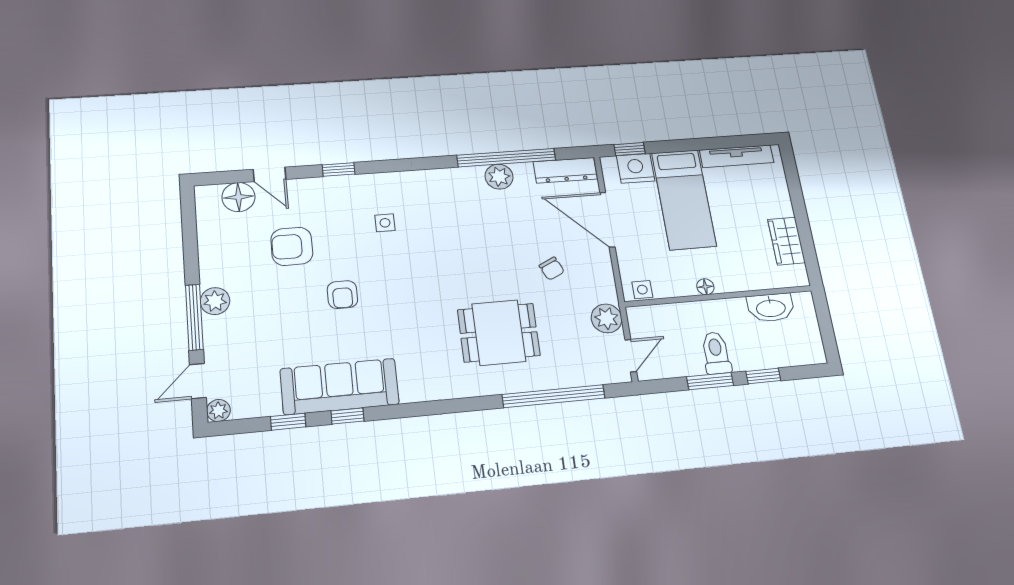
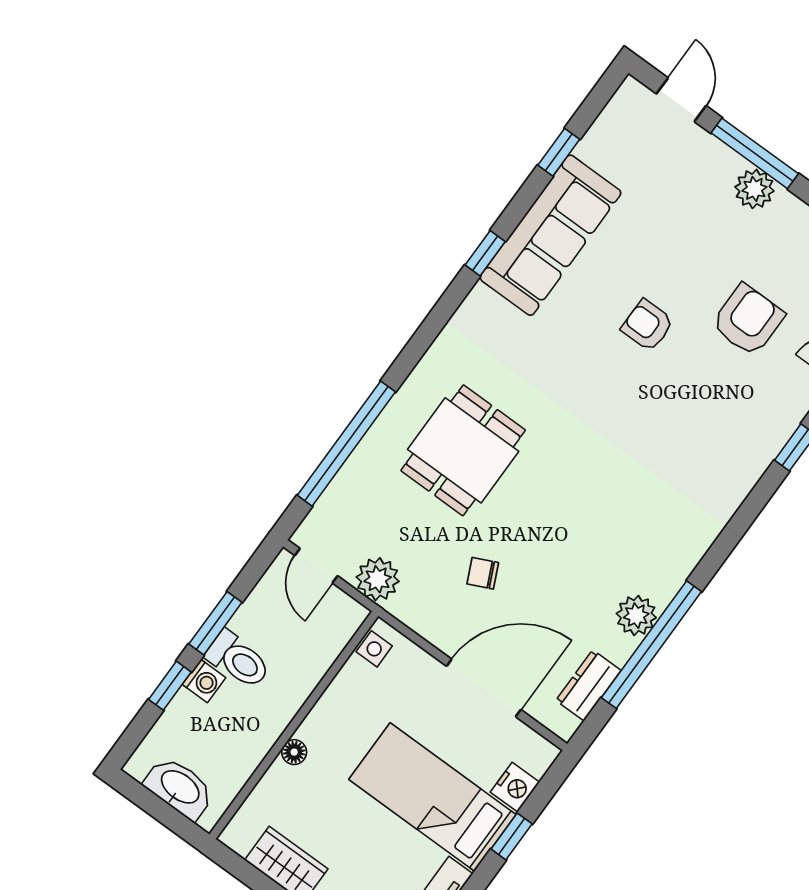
window: (630, 149) -> (512, 836), moved
nightstand: (636, 168) -> (515, 787), width x0.74, depth x0.75
dresser: (565, 170) -> (588, 685), width x0.70
side table: (385, 223) -> (690, 442), removed
floor lamp: (705, 287) -> (294, 752), moved
washbasin: (771, 308) -> (179, 788), moved, turned 90
washing machine: (743, 361) -> (204, 681), added
plant: (218, 410) -> (632, 94), removed
window: (347, 416) -> (485, 253), moved

